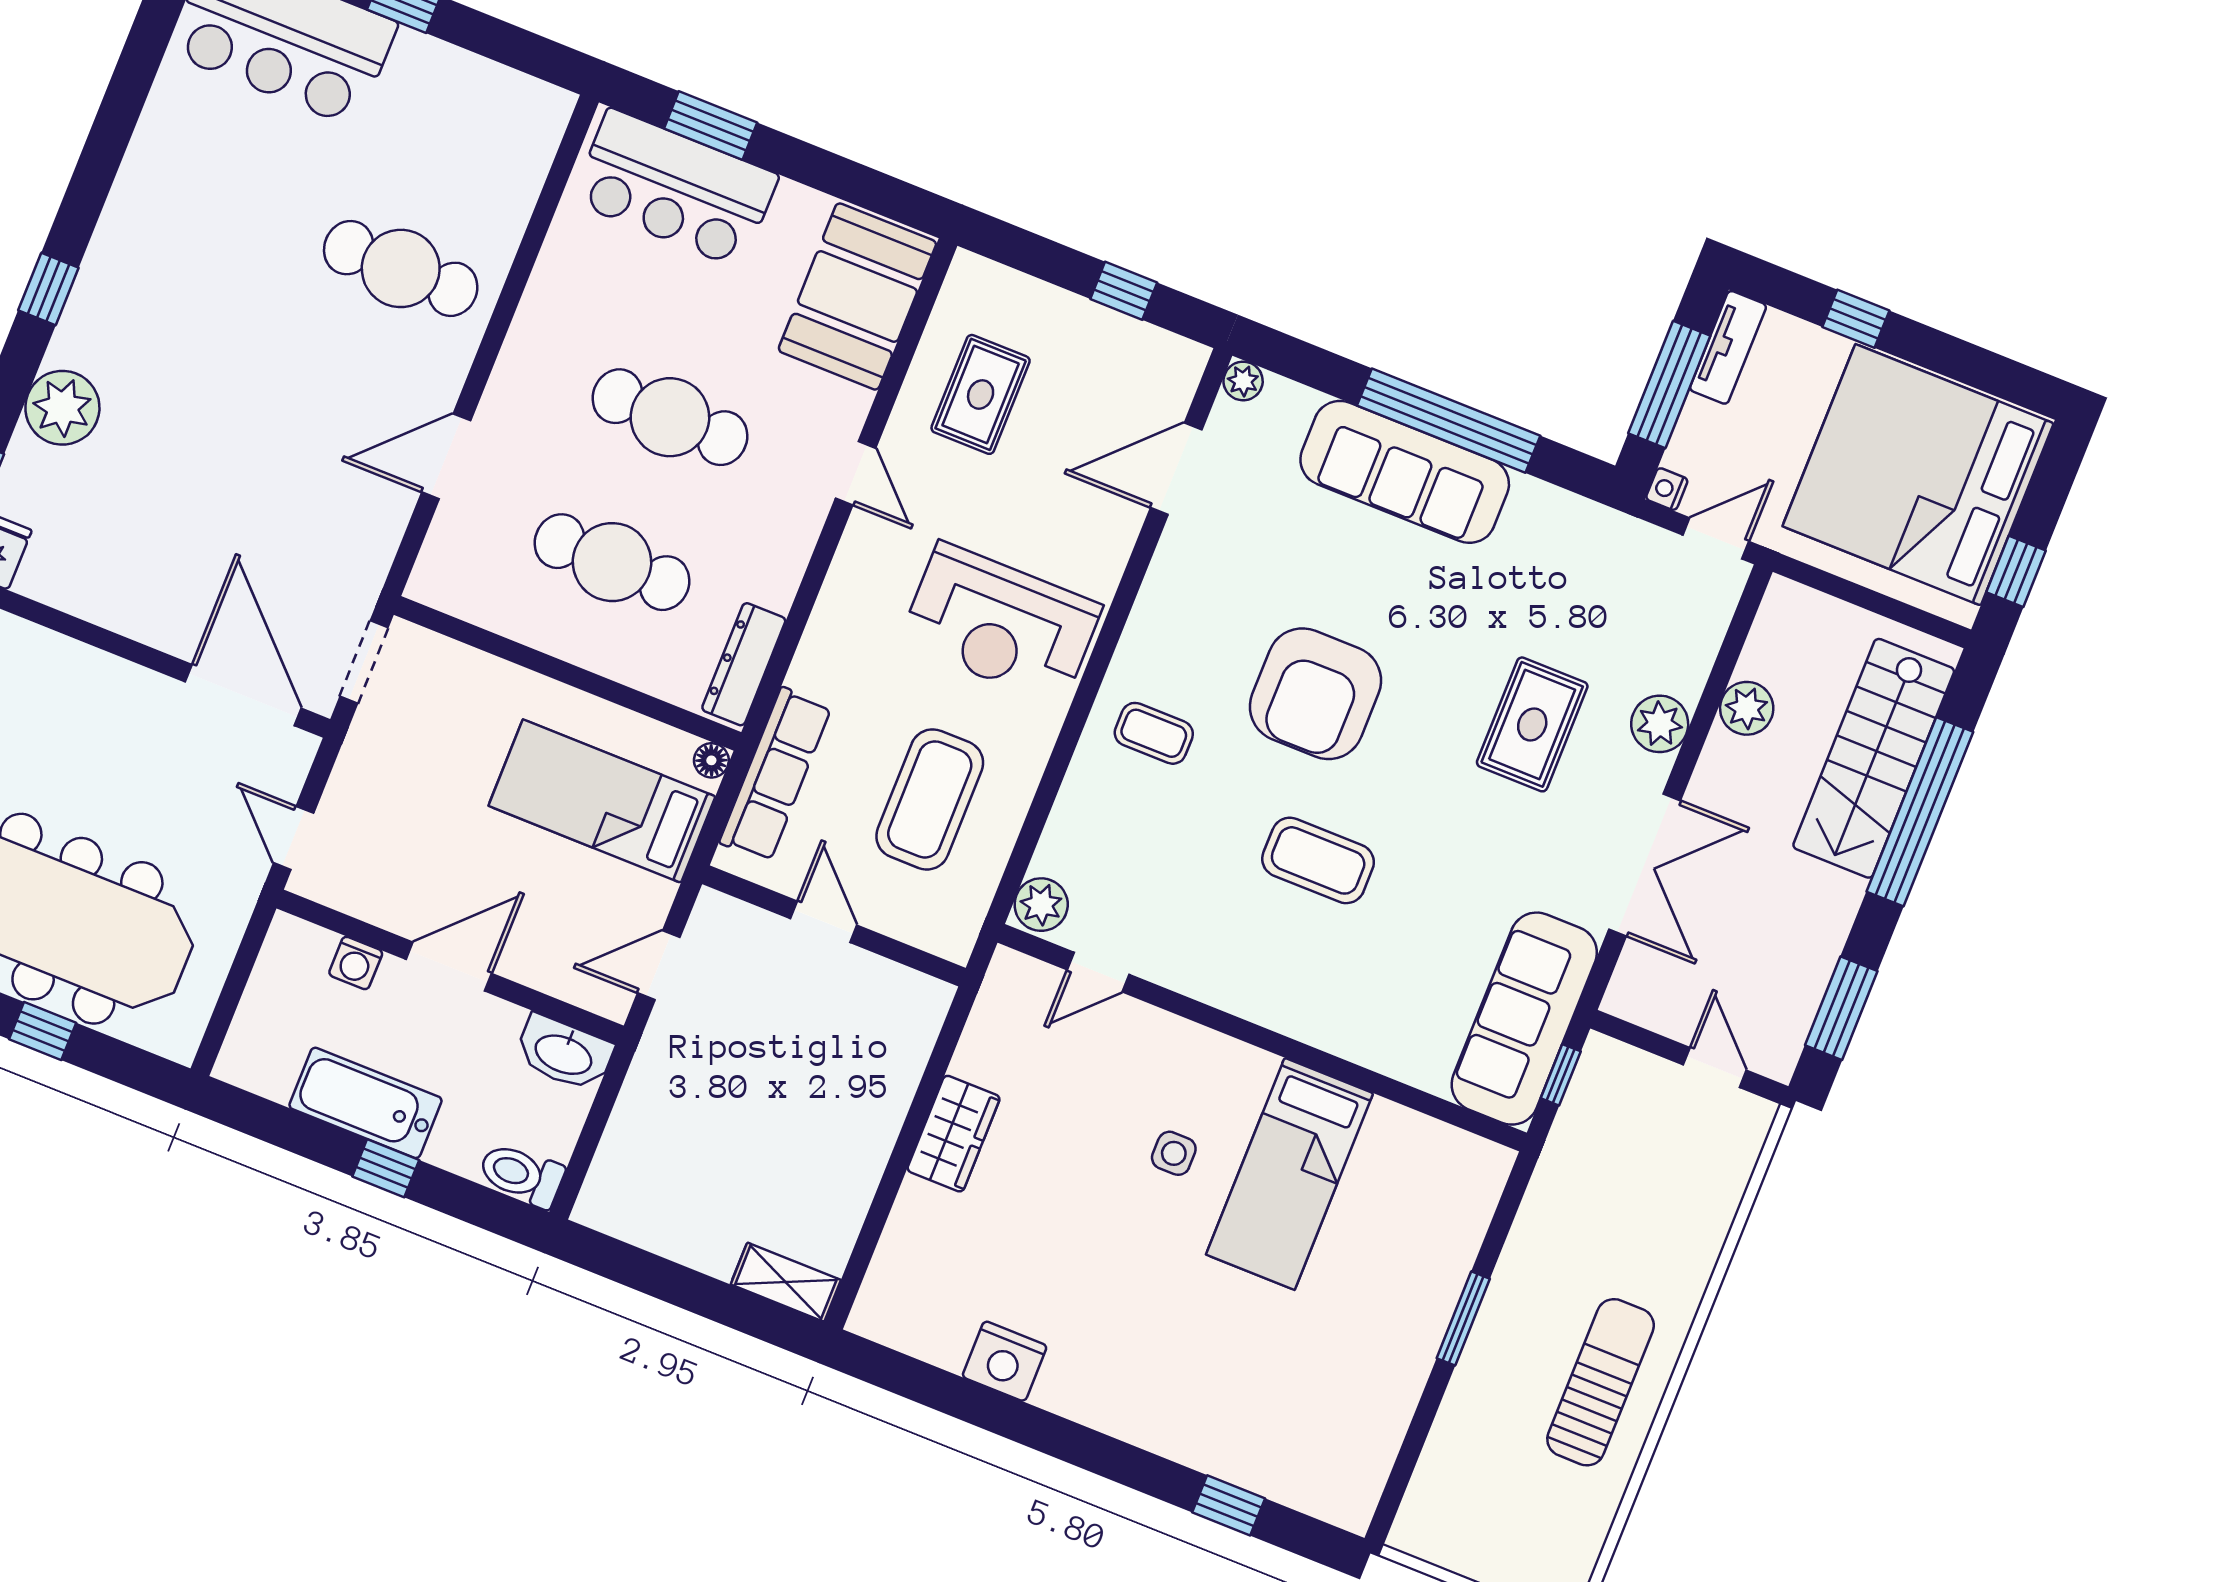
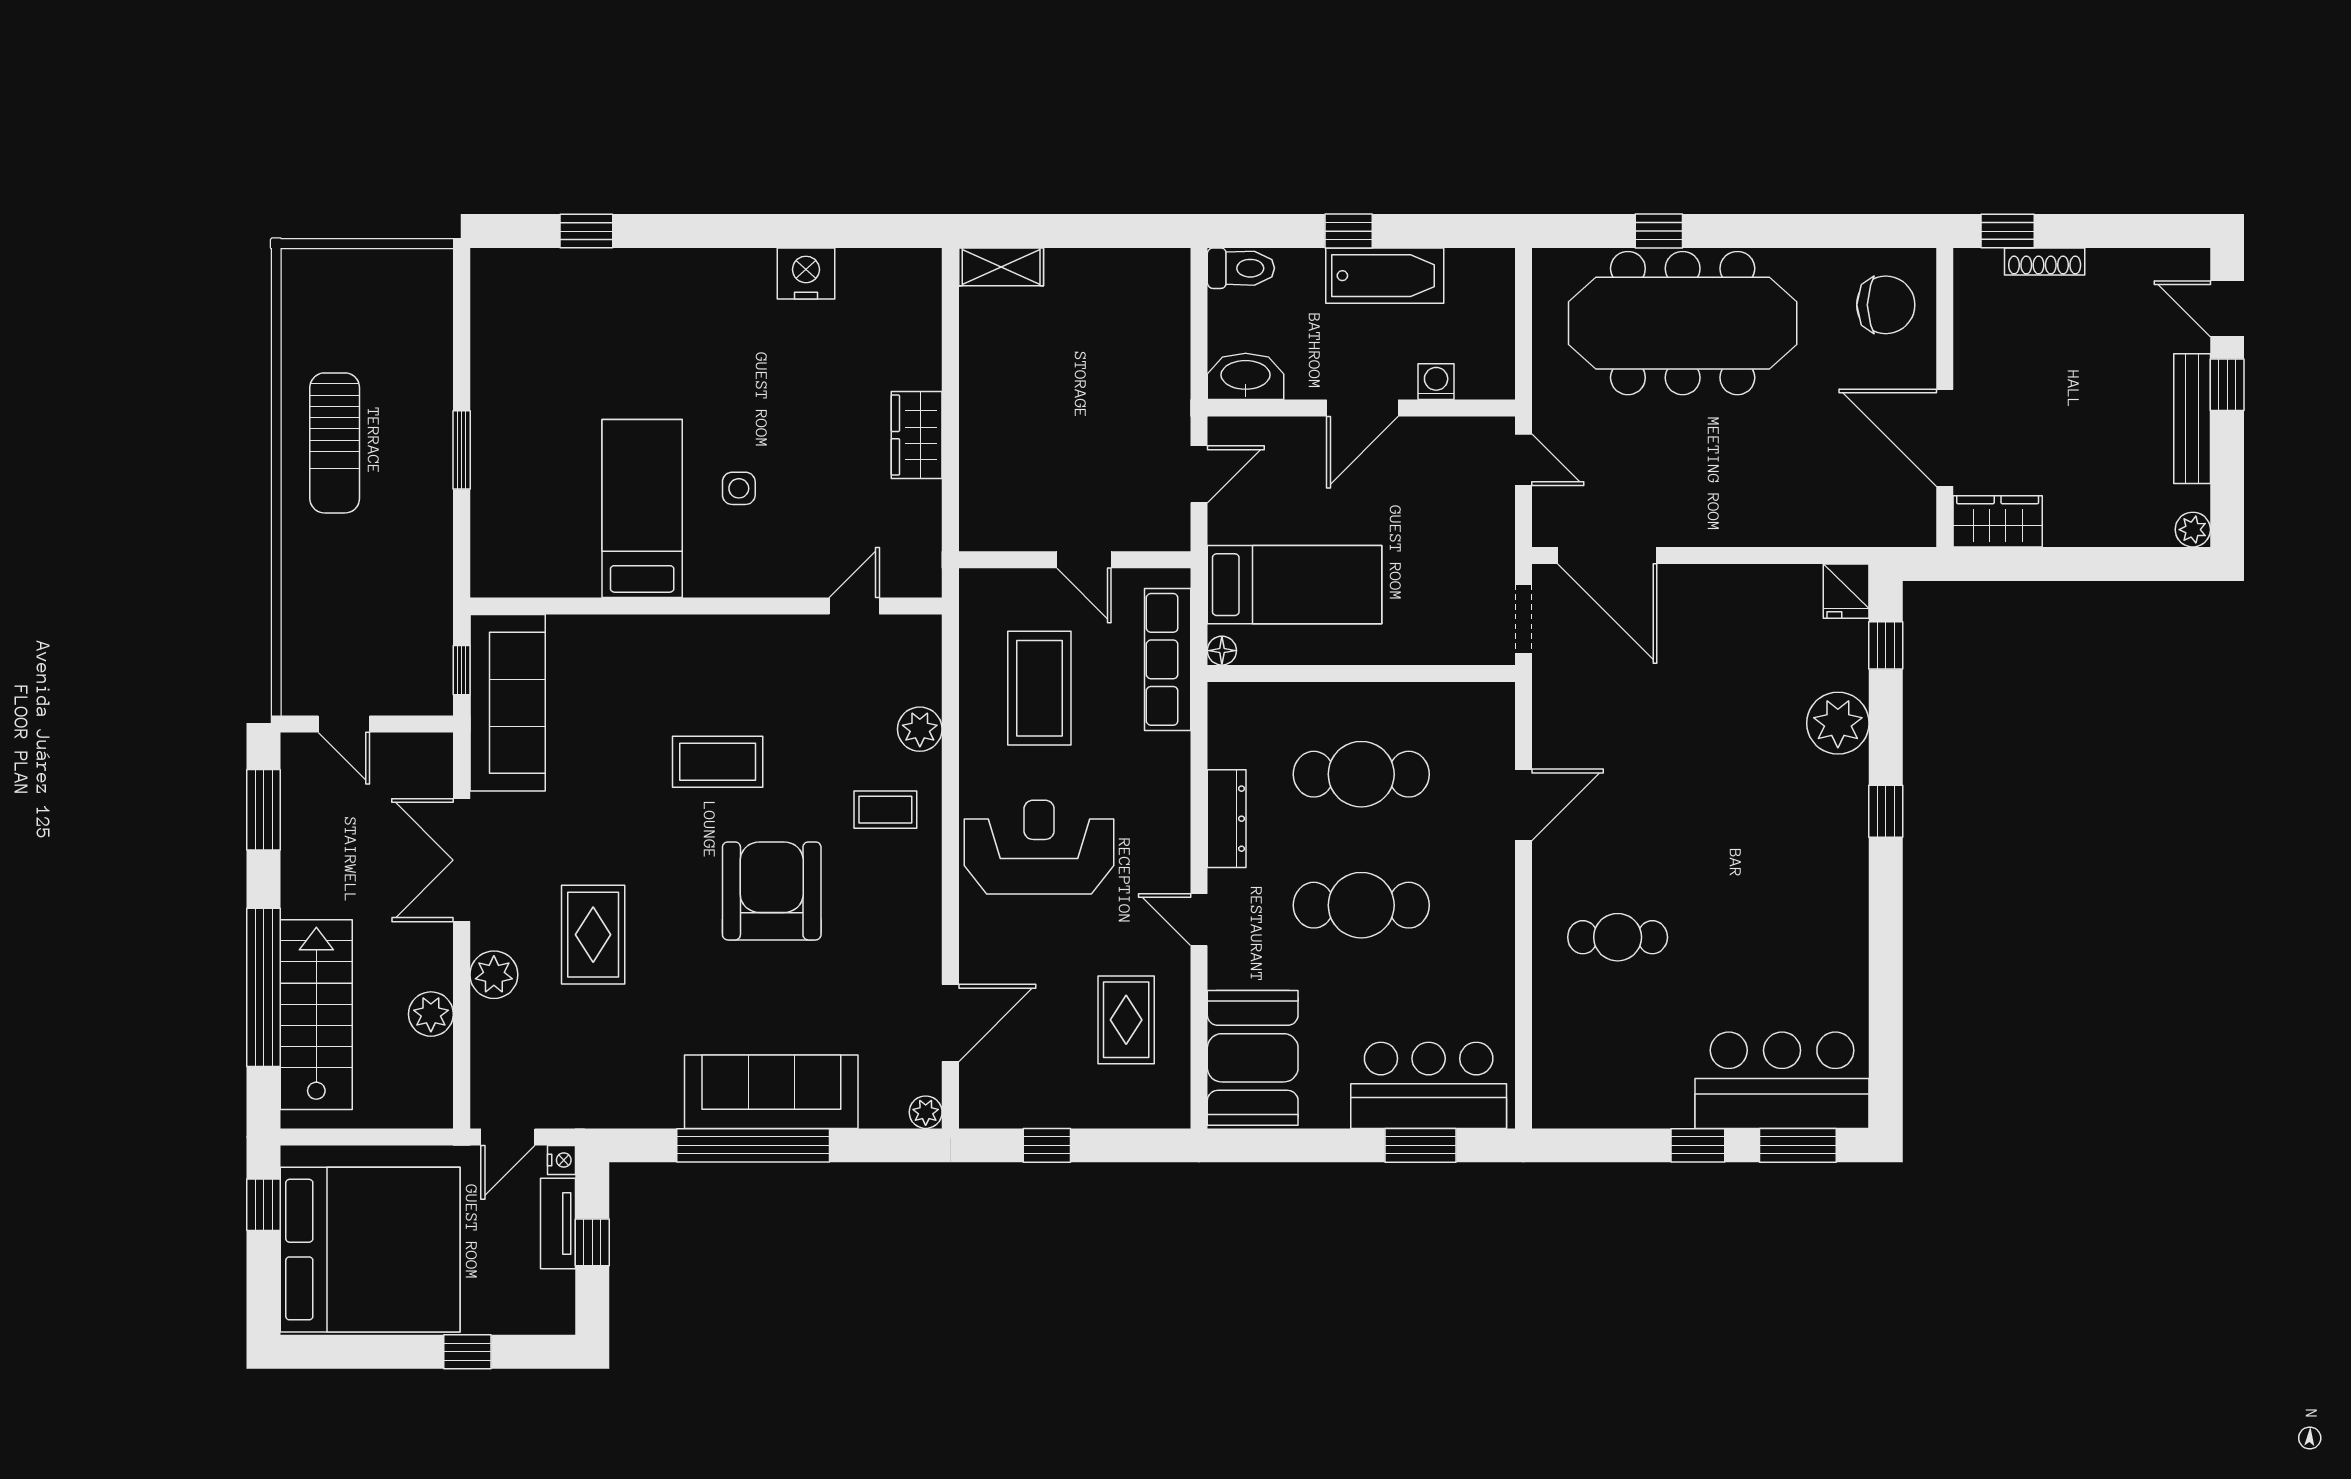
cafe table: (401, 268) -> (1618, 937), width x0.73, depth x0.74
tv unit: (1728, 347) -> (558, 1223), moved
window: (1669, 385) -> (592, 1242), width x0.46
dresser: (744, 664) -> (1227, 819), moved
plant: (1041, 905) -> (920, 729), moved

